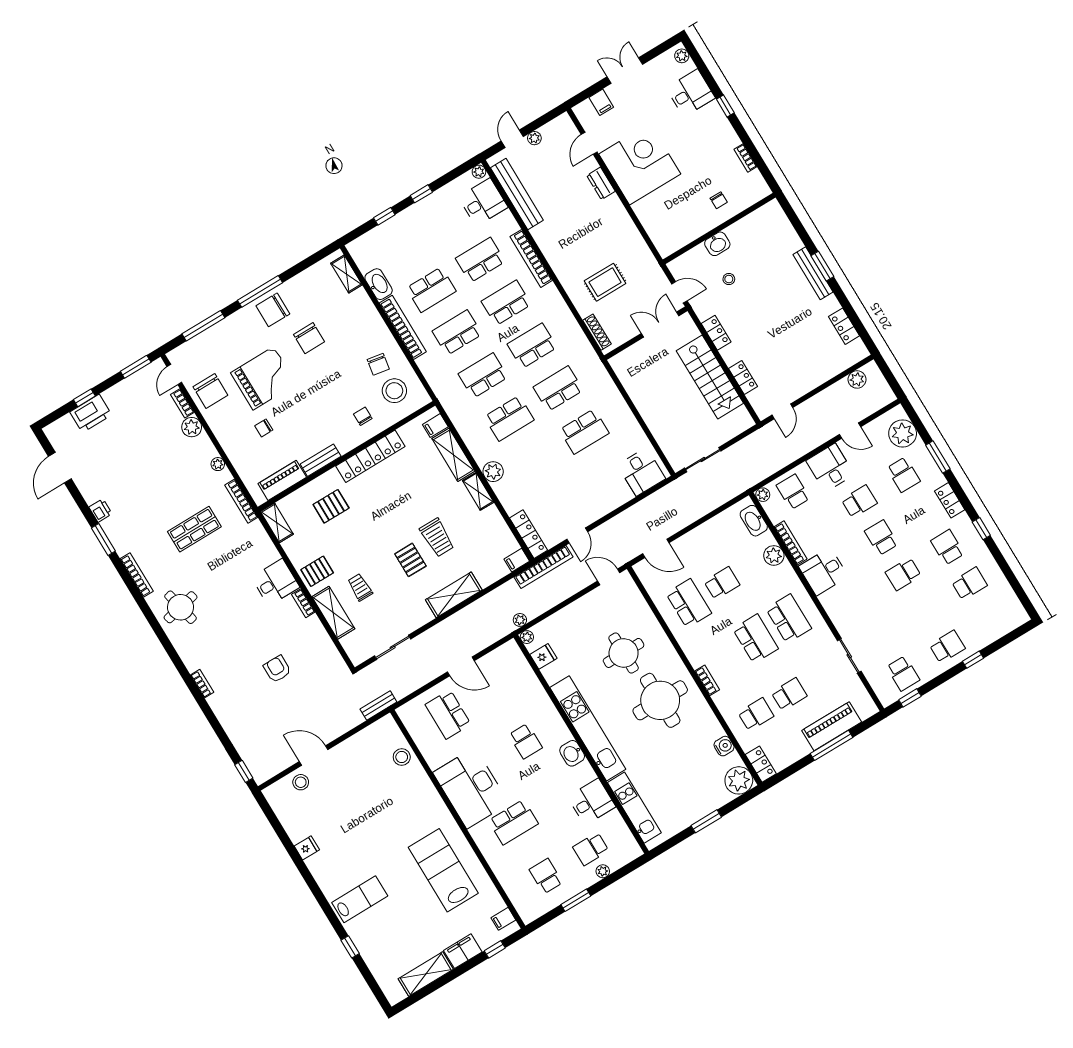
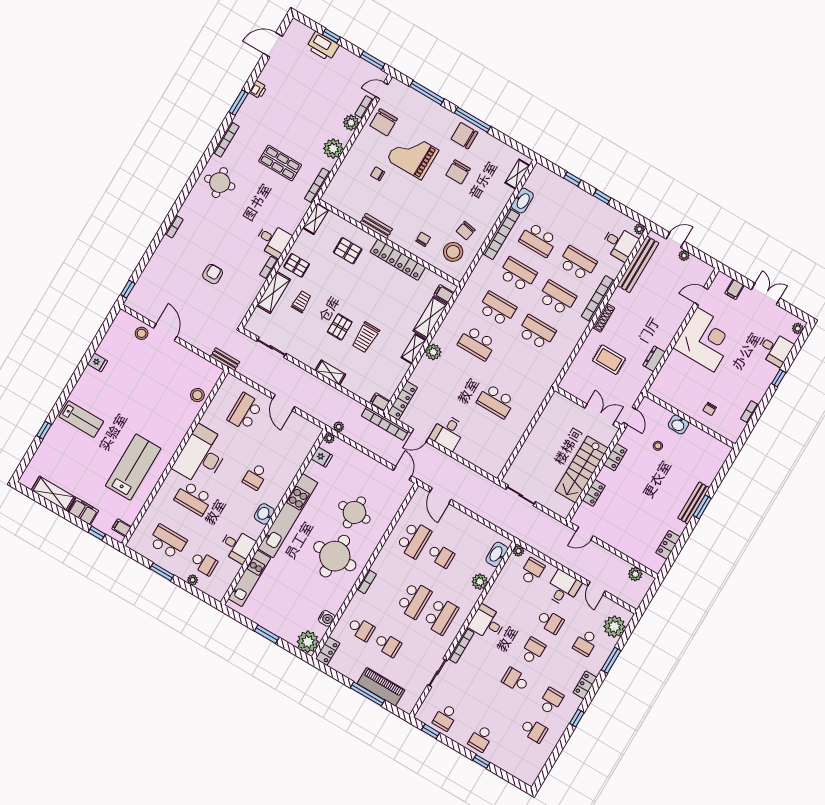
dresser: (601, 183) -> (654, 359), moved
shoe rack: (597, 332) -> (603, 318), moved
grand piano: (263, 378) -> (413, 155), turned 180
school desk: (558, 389) -> (516, 367), removed
plant: (218, 464) -> (333, 149), width x1.88, depth x1.88
desk: (642, 472) -> (448, 432), moved
piano: (282, 480) -> (348, 207), removed
bookcase: (791, 543) -> (461, 646), moved
shelving: (454, 595) -> (330, 373), width x0.67, depth x0.75
school desk: (947, 647) -> (481, 738), turned 90
school desk: (591, 849) -> (204, 563), turned 180
school desk: (546, 876) -> (168, 542), width x1.85

